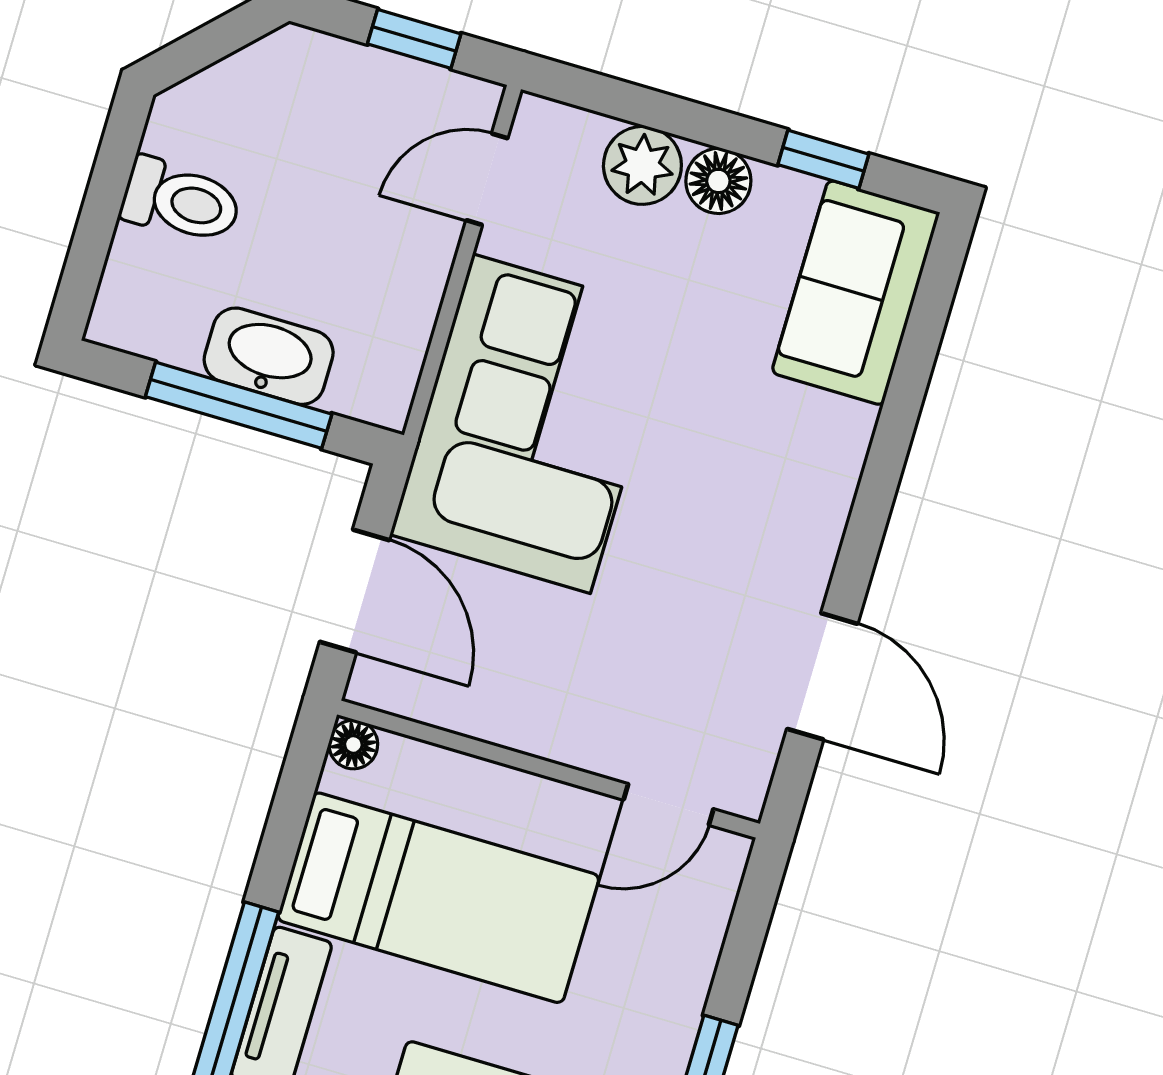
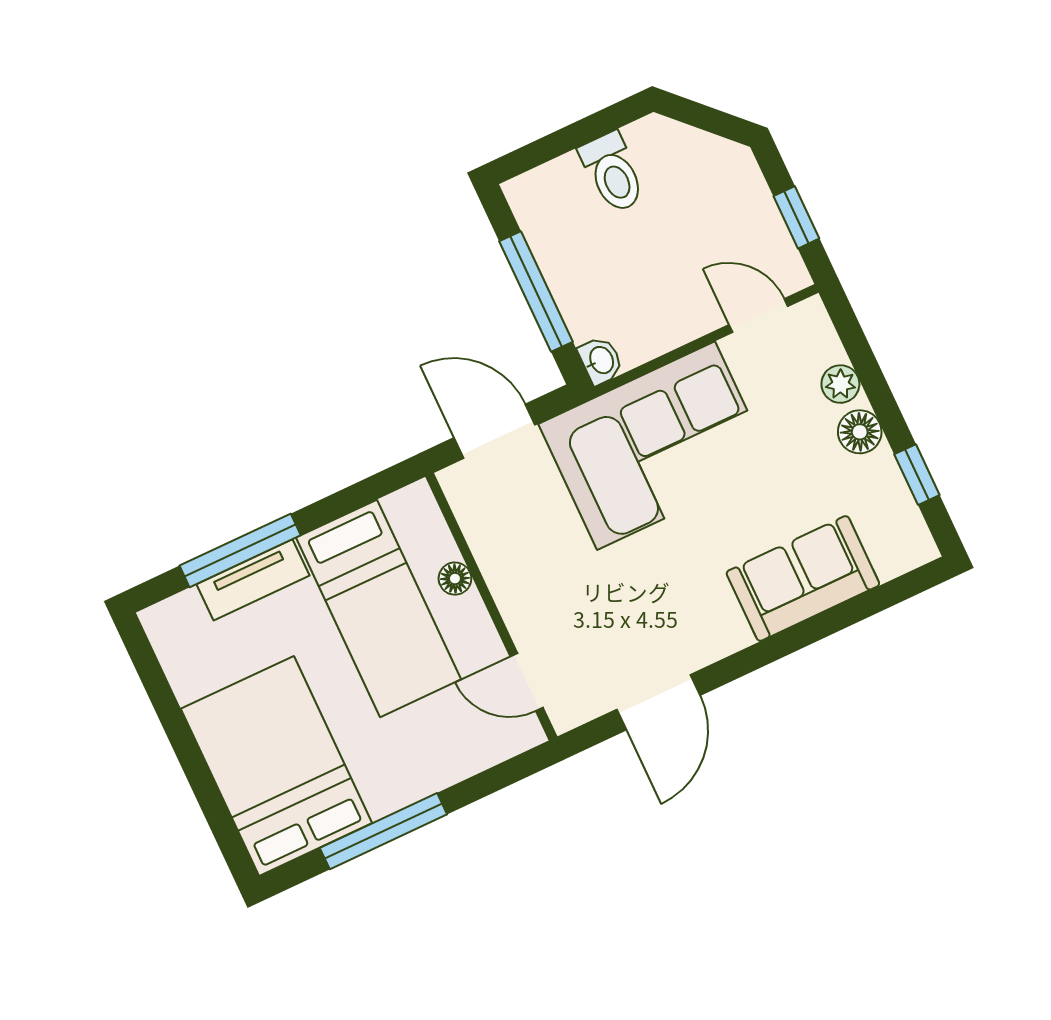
plant: (642, 165) -> (840, 384), width x0.73, depth x0.73
sofa: (856, 293) -> (803, 578), moved
washbasin: (269, 356) -> (601, 360), moved, width x0.52, depth x0.69
door: (355, 591) -> (495, 431), swing flipped
floor lamp: (353, 745) -> (455, 579), moved

